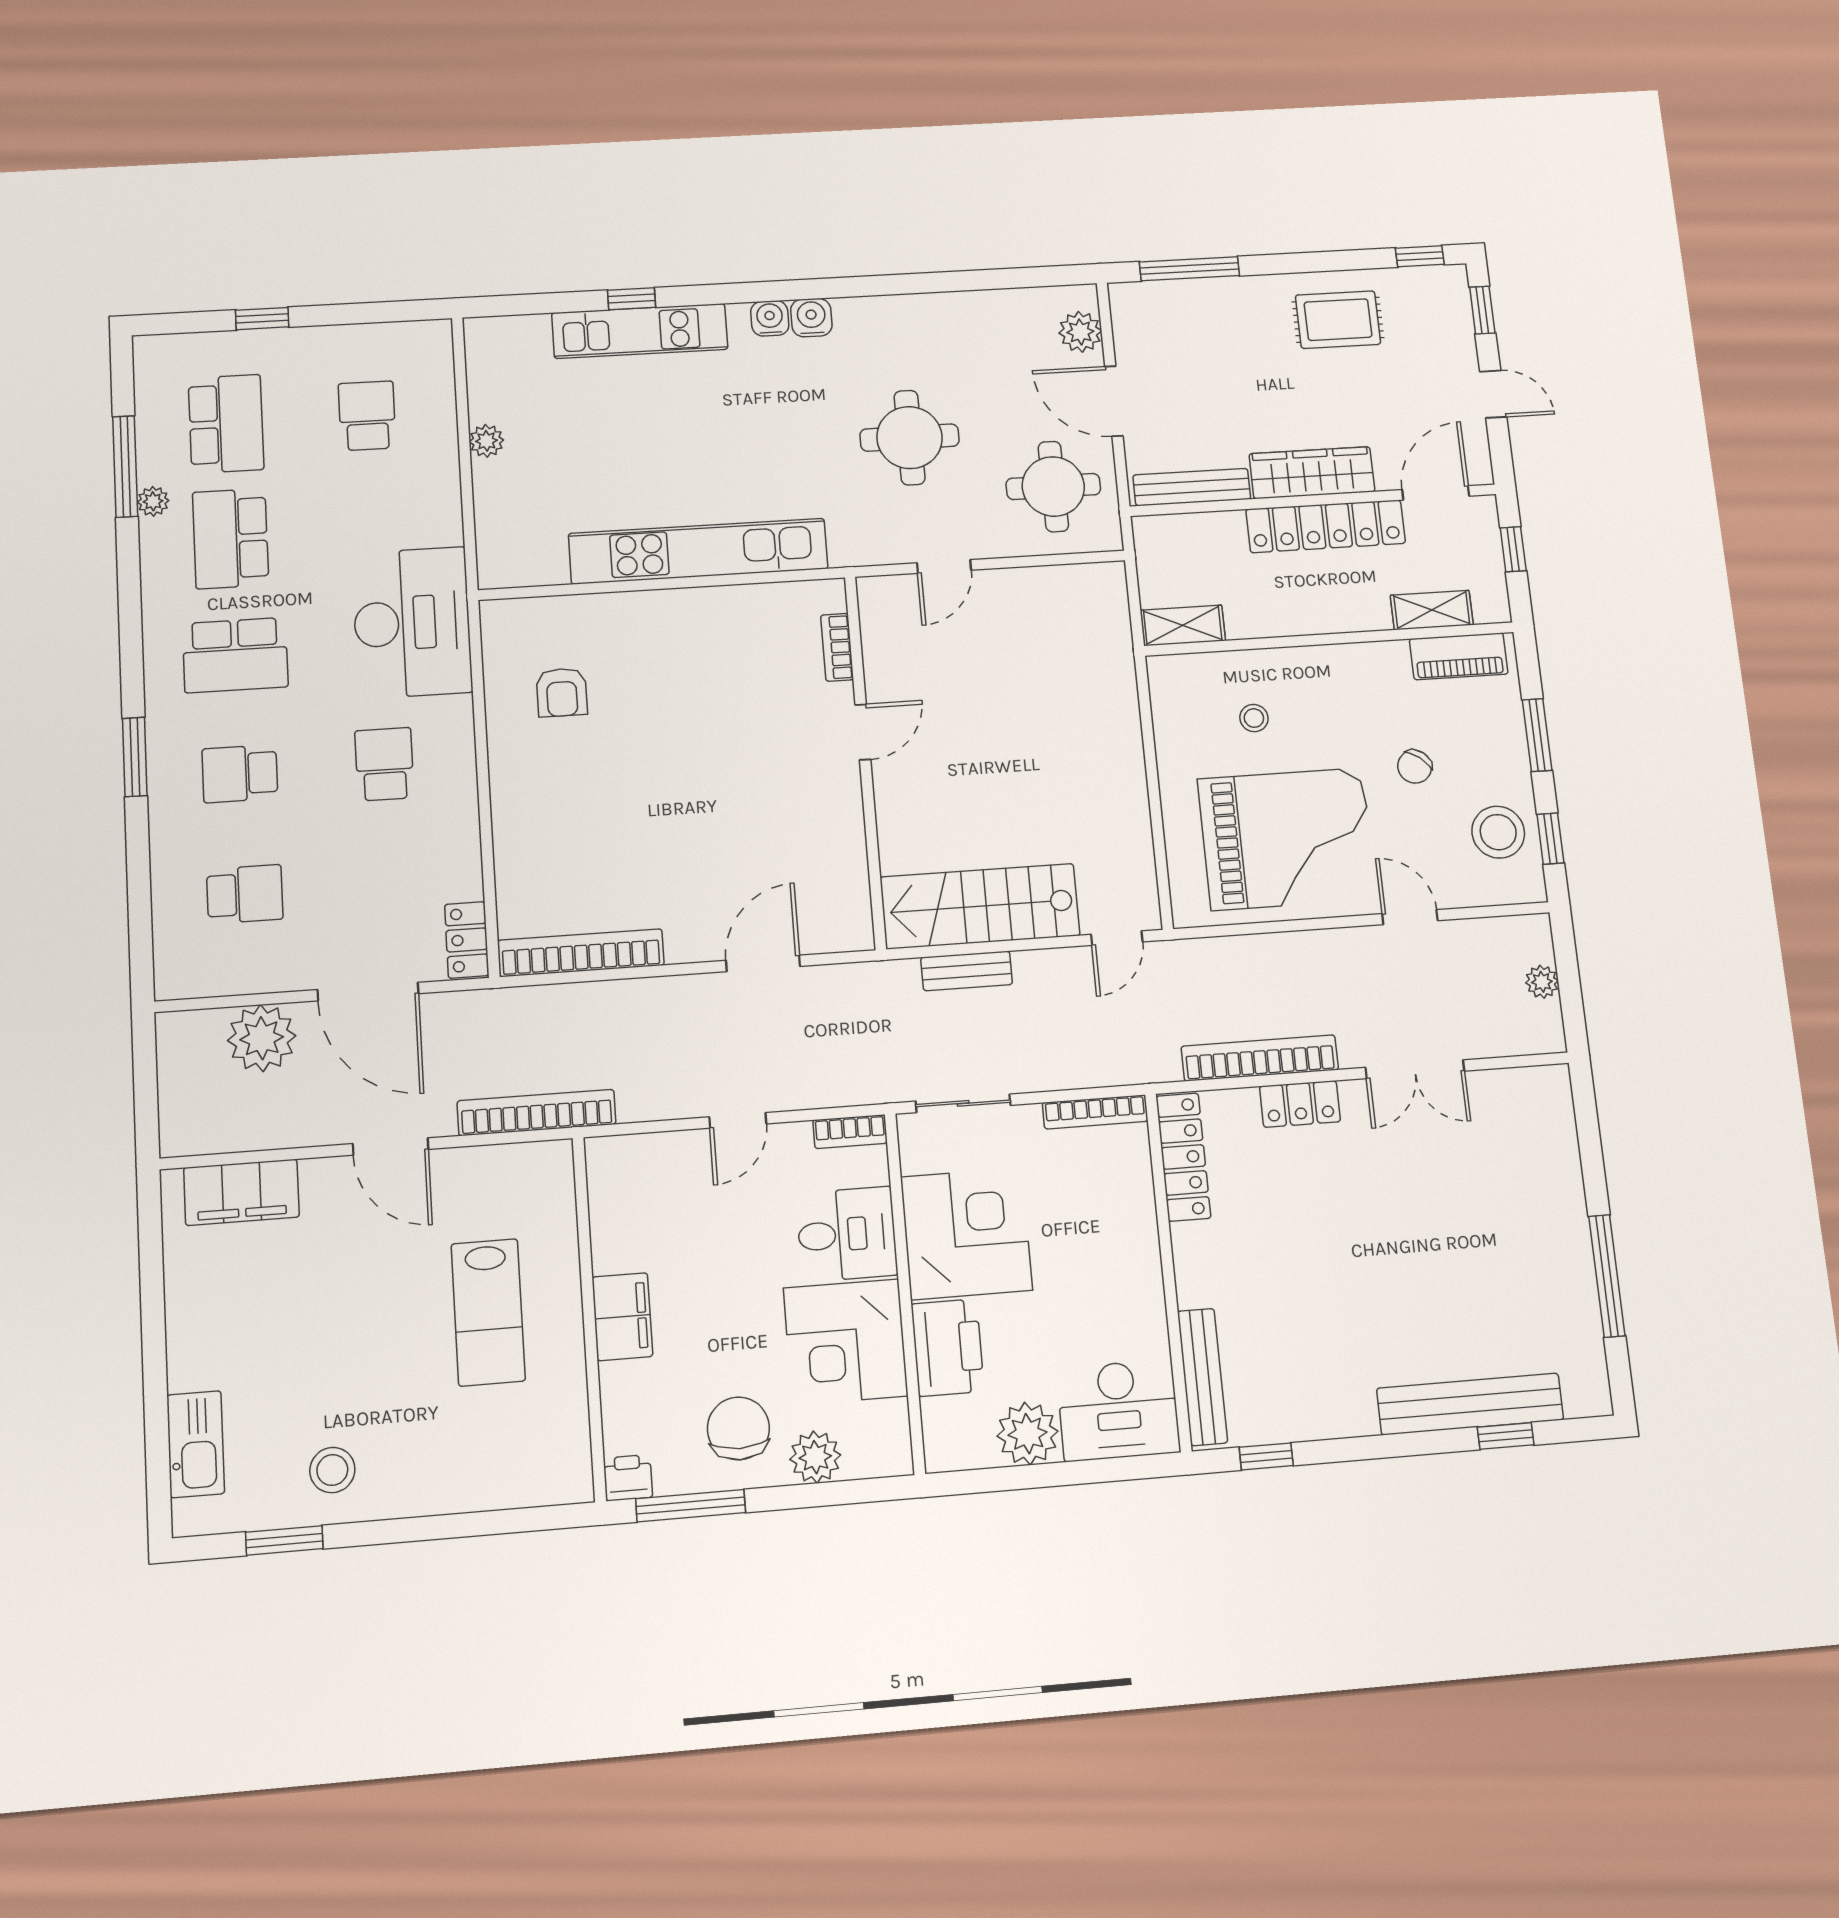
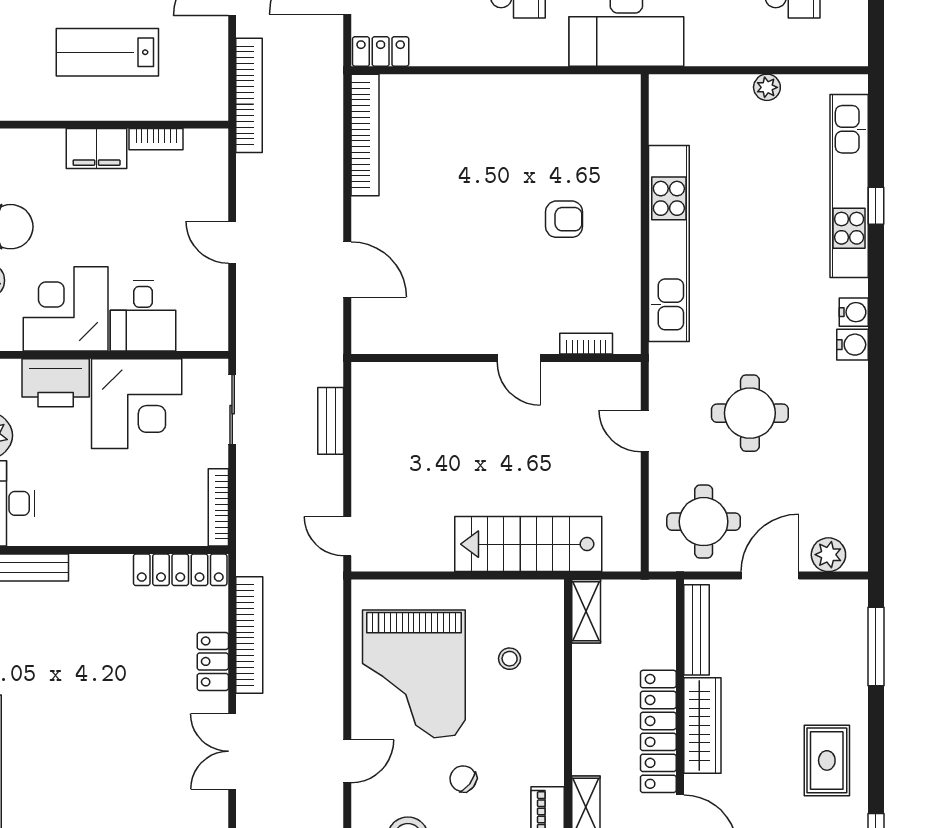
kitchen unit: (640, 331) -> (849, 186), width x1.36
armchair: (562, 692) -> (564, 219), moved, turned 180
stairs: (980, 906) -> (528, 544), moved, turned -90
bookcase: (850, 1132) -> (156, 139), moved, turned -90

